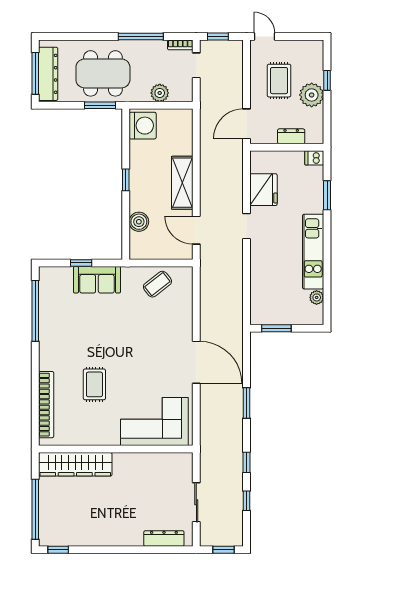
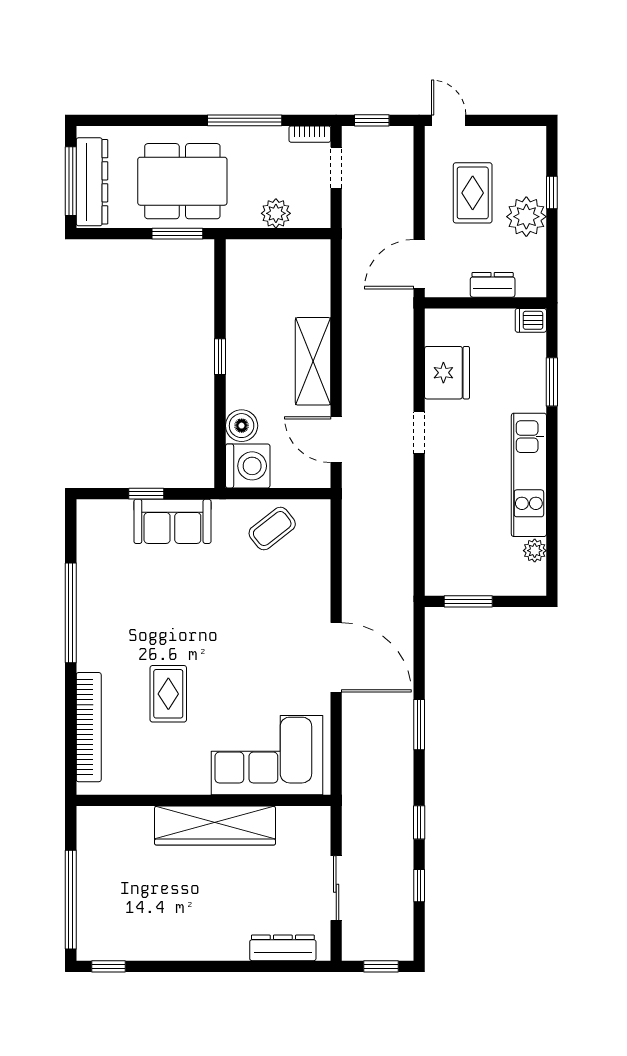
washing machine: (143, 126) -> (248, 466), moved
window: (35, 311) -> (71, 613), moved
wardrobe: (75, 464) -> (215, 826), moved

